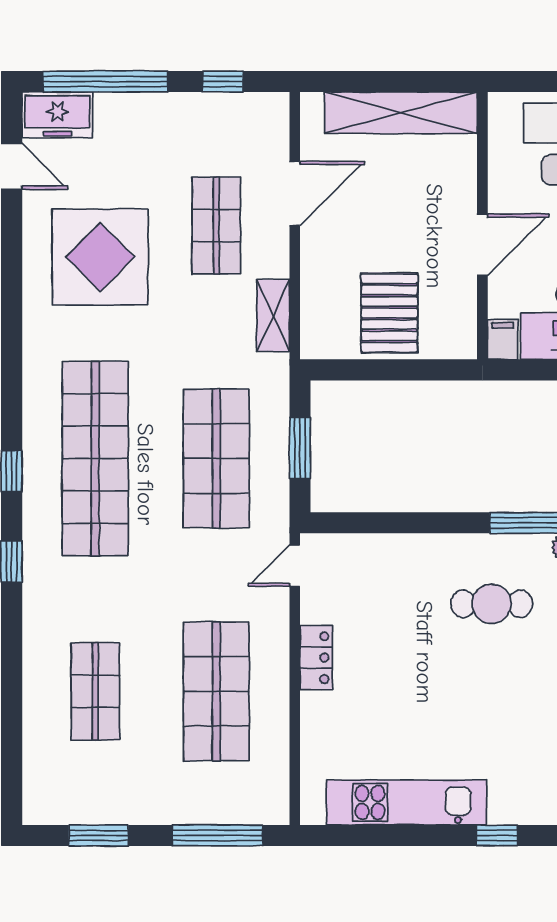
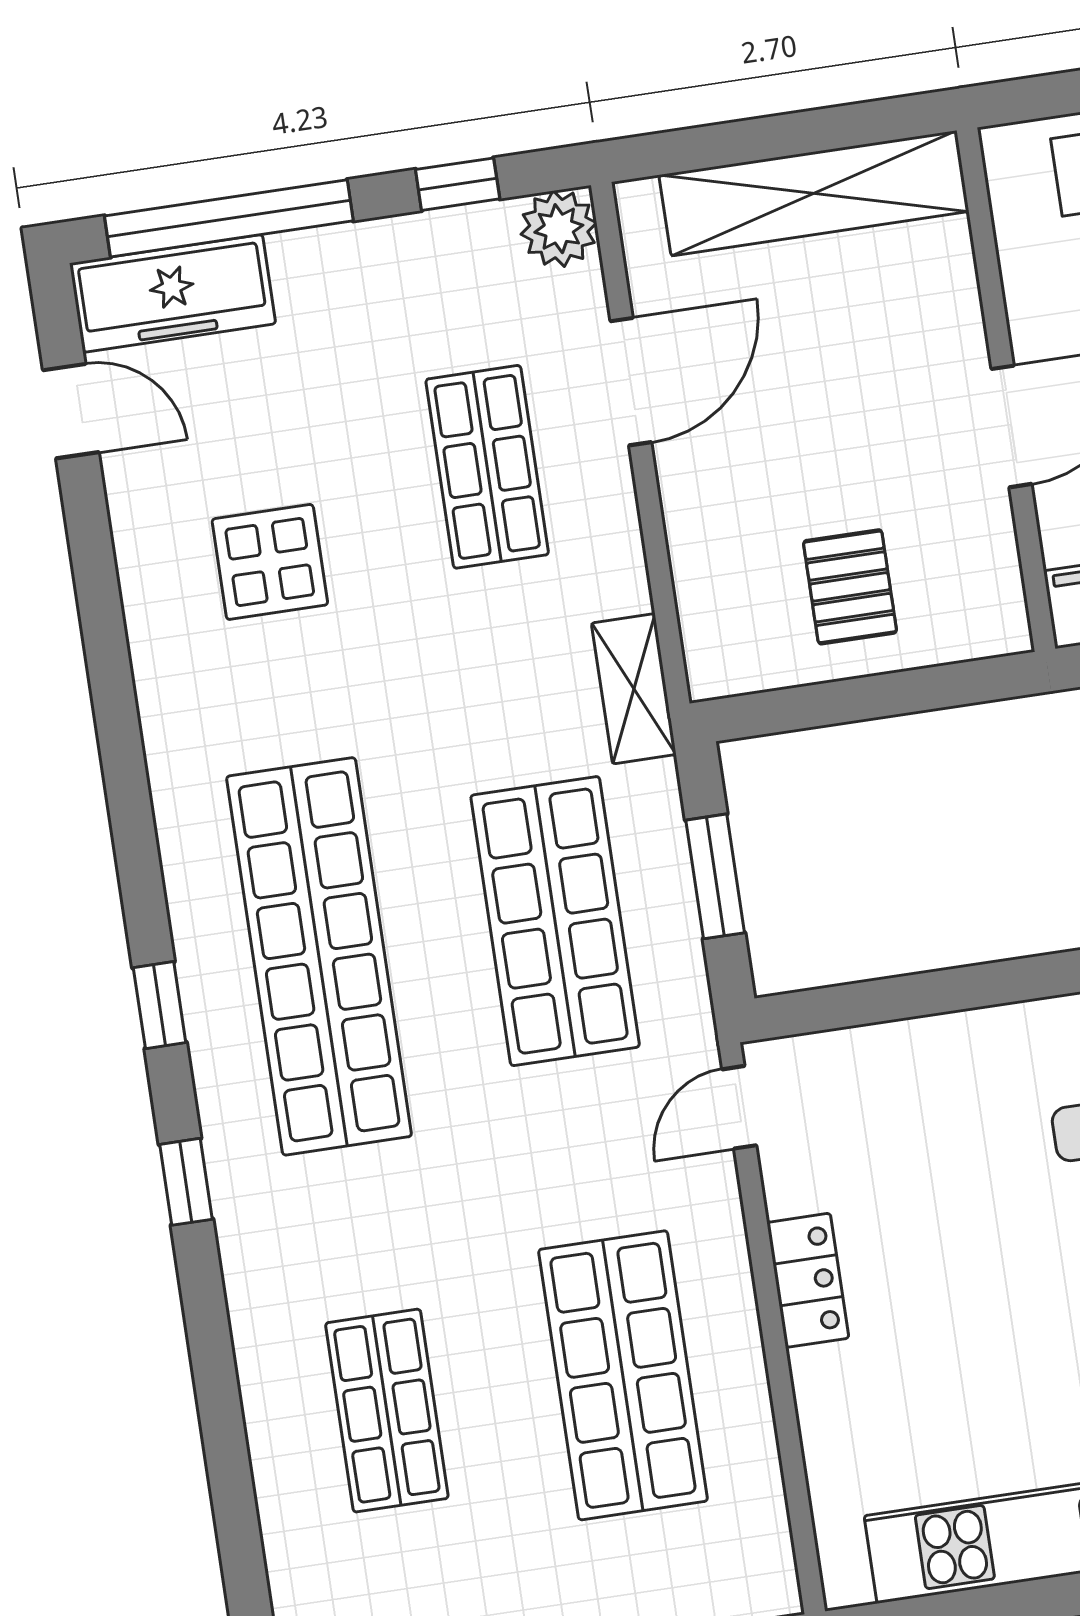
plant: (270, 111) -> (559, 229), added
freezer: (57, 115) -> (173, 293), width x1.40
display table: (100, 257) -> (270, 562), width x0.54, depth x0.54
pallet: (389, 313) -> (850, 587), width x0.67, depth x0.71
shelving: (273, 316) -> (634, 689), moved

